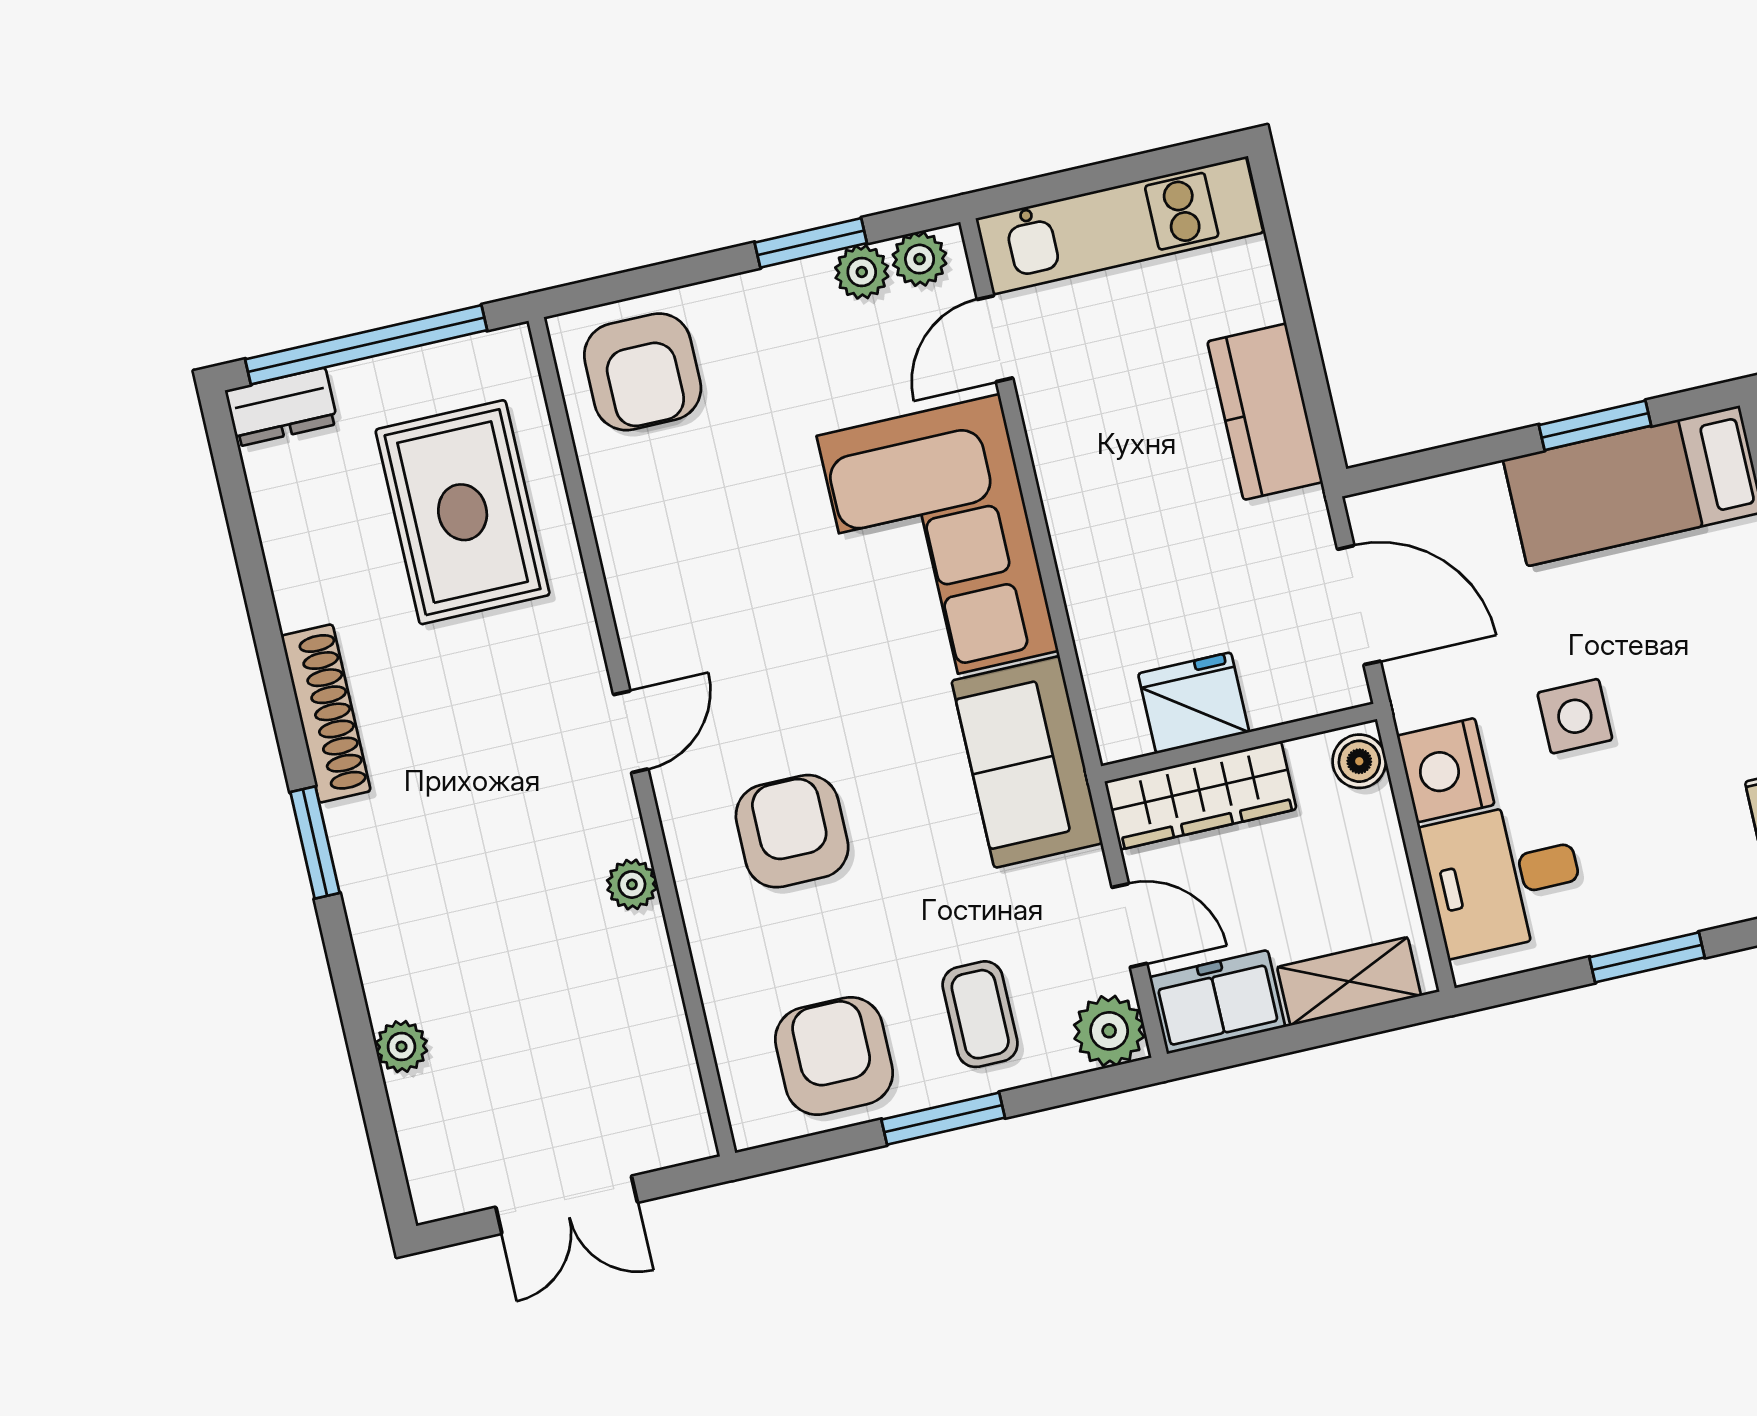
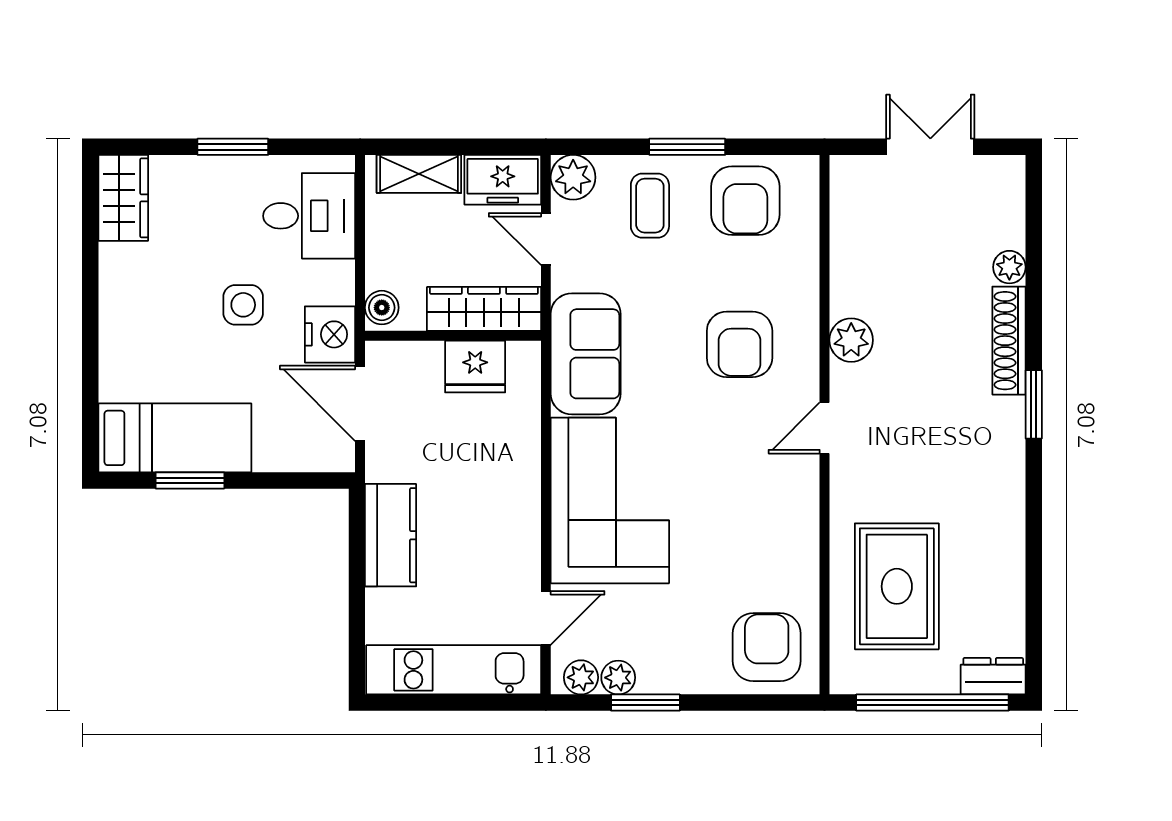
shoe rack: (326, 713) -> (1009, 341), moved
nightstand: (1446, 770) -> (330, 334), moved
plant: (632, 884) -> (851, 340), width x1.38, depth x1.38

